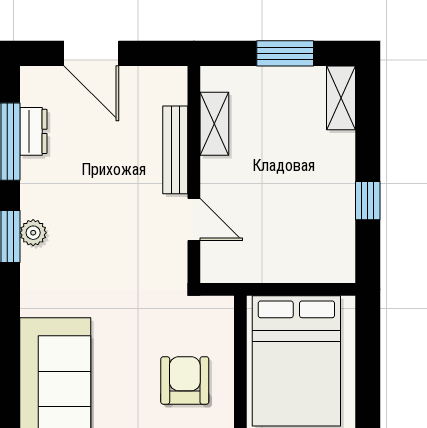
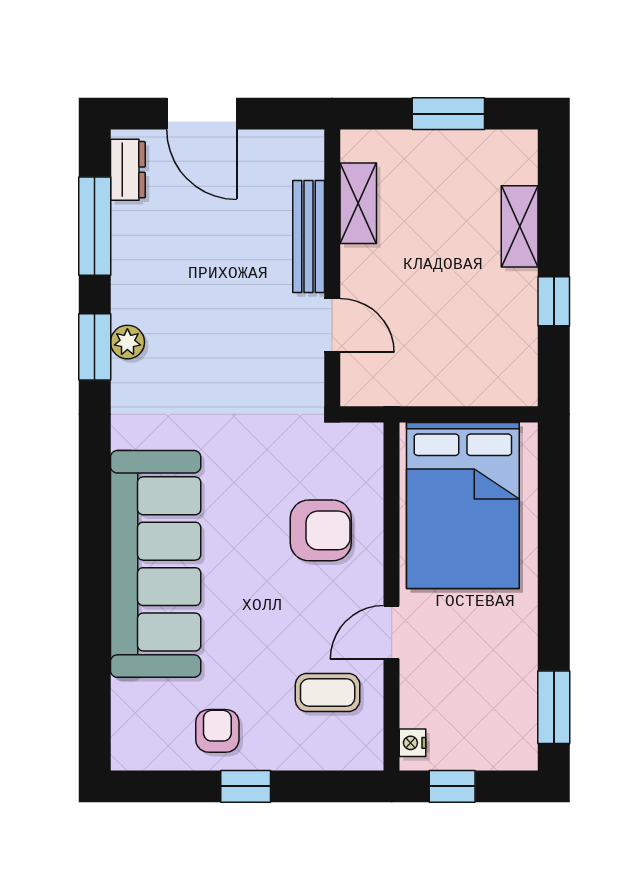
shelving: (341, 98) -> (520, 226), moved
dresser: (33, 131) -> (128, 170), moved
armchair: (185, 380) -> (321, 530), turned 90

